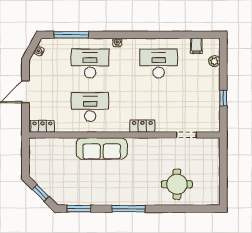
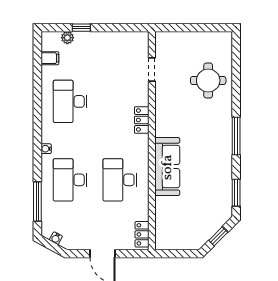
window: (223, 98) -> (81, 28), moved

